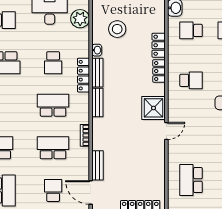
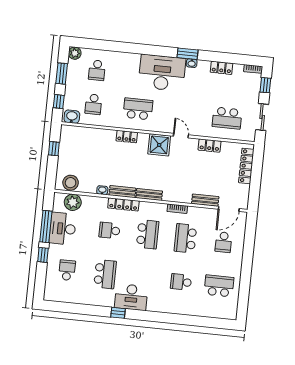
stool: (117, 29) -> (71, 183), moved
locker: (159, 45) -> (210, 146), moved
school desk: (53, 63) -> (109, 230), turned 180
school desk: (191, 80) -> (138, 109), width x1.85
school desk: (53, 105) -> (147, 234), turned 180
school desk: (53, 190) -> (223, 242), turned -90

